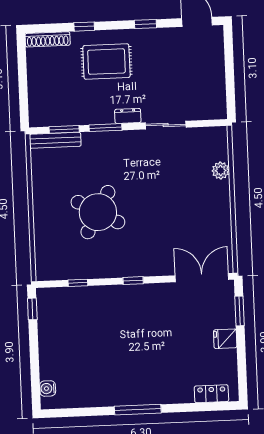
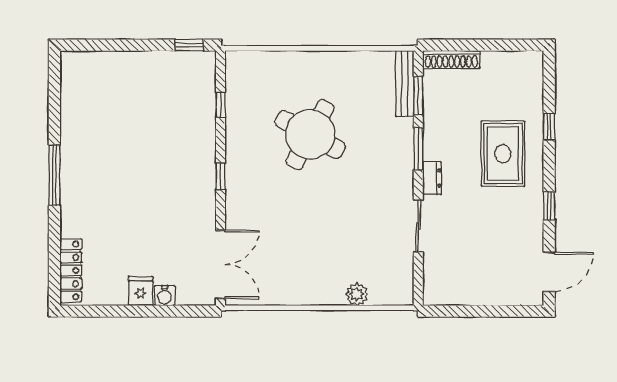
shoe rack: (48, 39) -> (451, 59), moved, turned -90
window: (240, 311) -> (176, 311), removed
water cooler: (48, 388) -> (165, 296), moved, turned 180
locker: (211, 394) -> (71, 270), width x1.53

